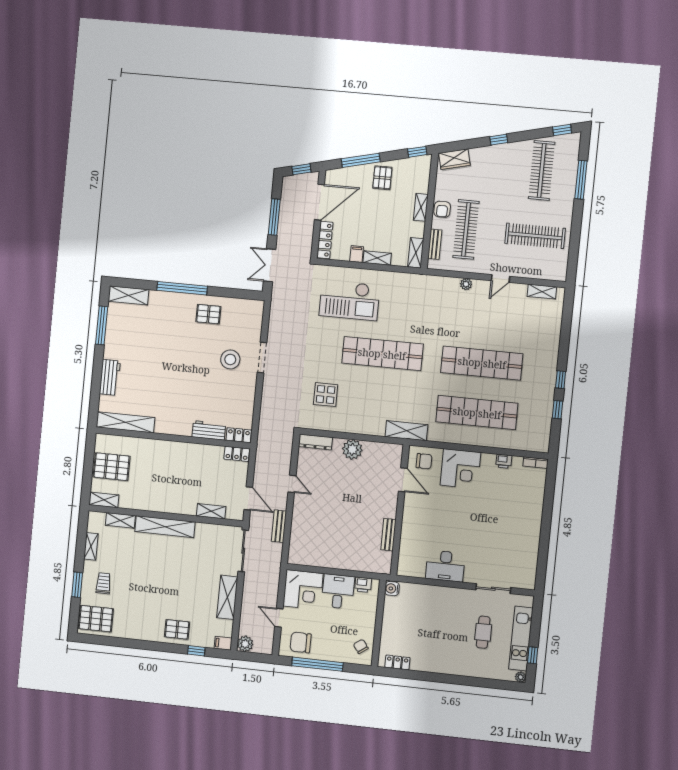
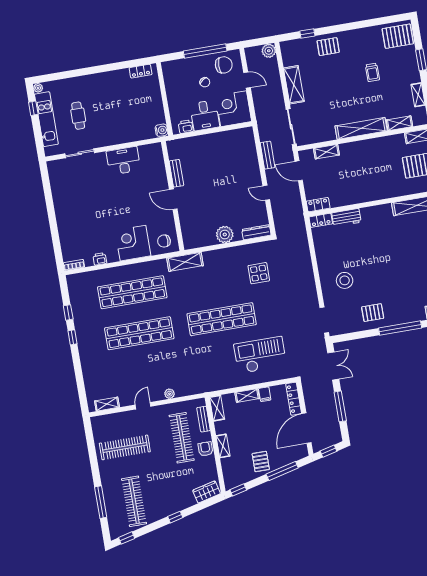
doorway: (262, 358) -> (324, 320), moved
door: (403, 480) -> (173, 199), moved
trolley: (103, 583) -> (372, 72), moved
filing cabinet: (223, 643) -> (287, 46), removed
chair: (361, 646) -> (205, 82), moved

